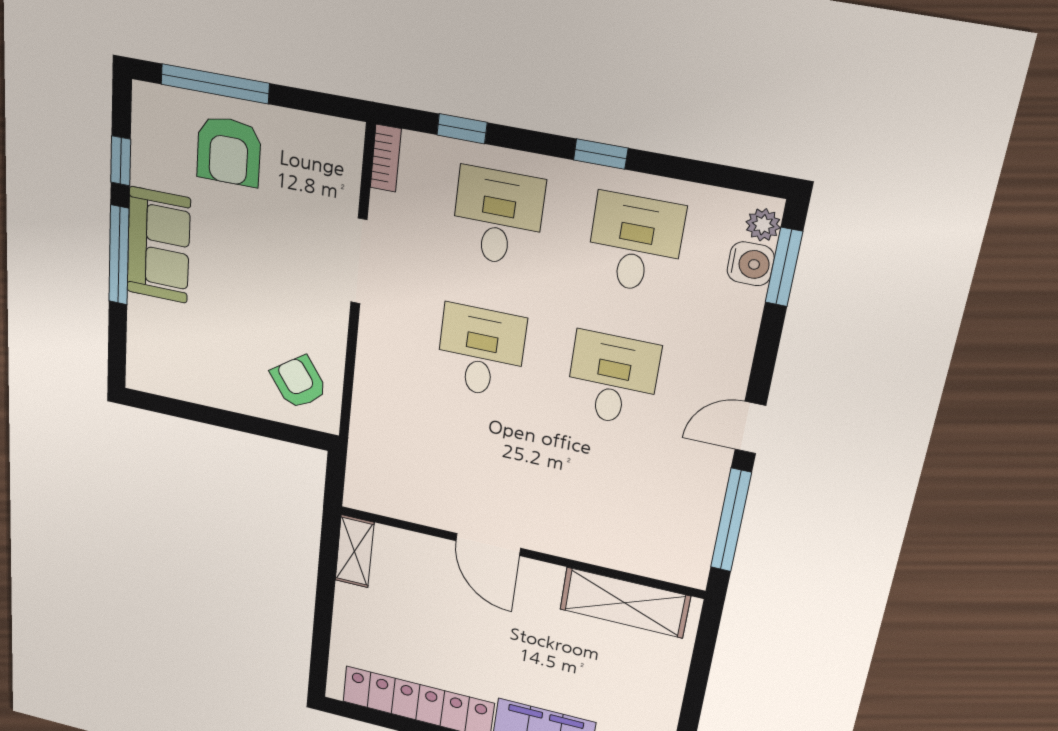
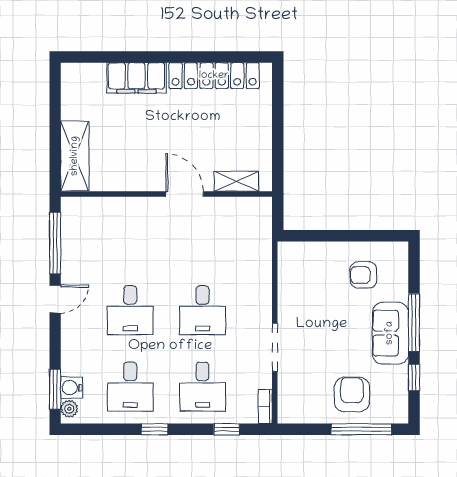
armchair: (299, 382) -> (364, 275), moved, turned 125
shelving: (355, 551) -> (236, 181), moved, turned 90
shelving: (625, 603) -> (75, 156), moved, turned 90

